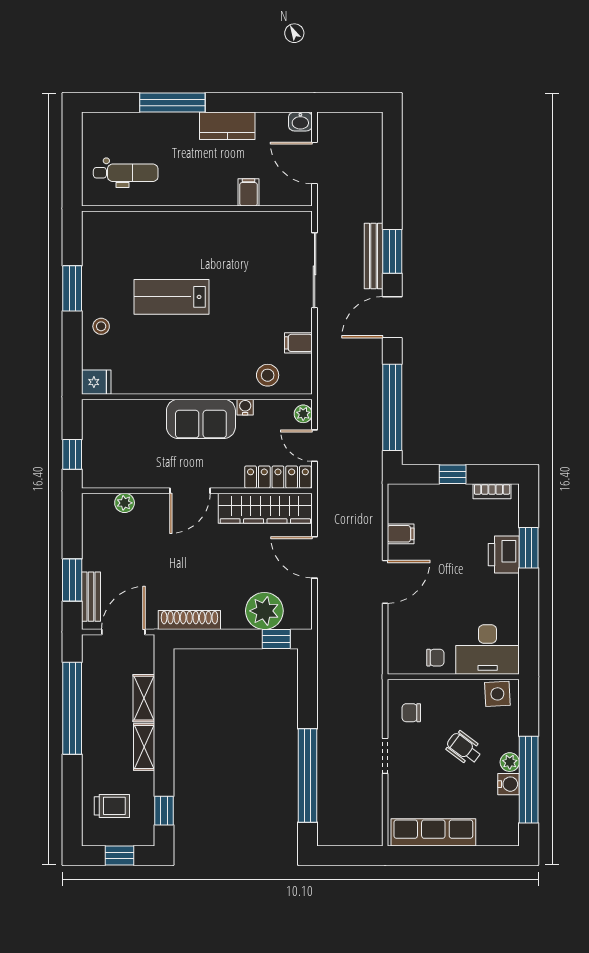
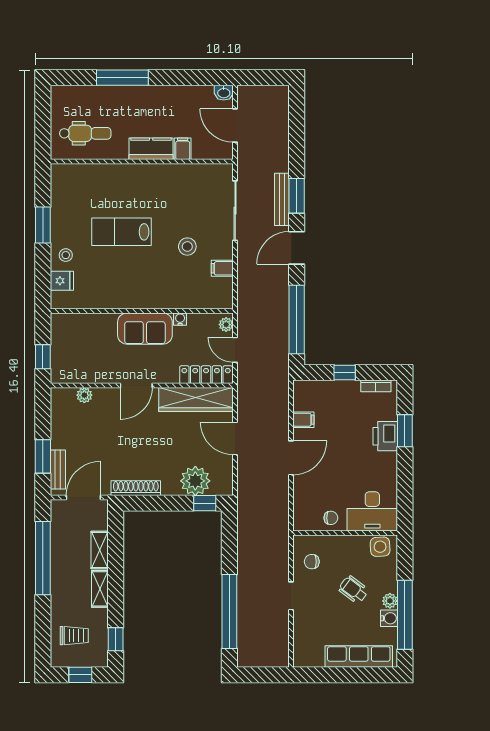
kitchen counter: (227, 126) -> (151, 149), moved, turned 180
stool: (268, 375) -> (187, 247), moved
fridge: (96, 382) -> (62, 281), moved
row of seats: (433, 832) -> (359, 657), moved

